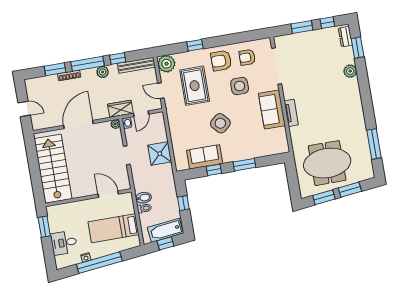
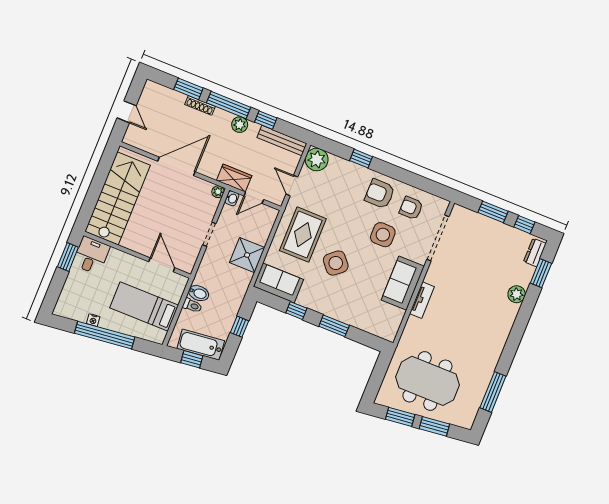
rug: (195, 86) -> (303, 235), moved
sofa: (205, 157) -> (278, 283), moved
desk: (64, 243) -> (91, 255), moved, turned 90

